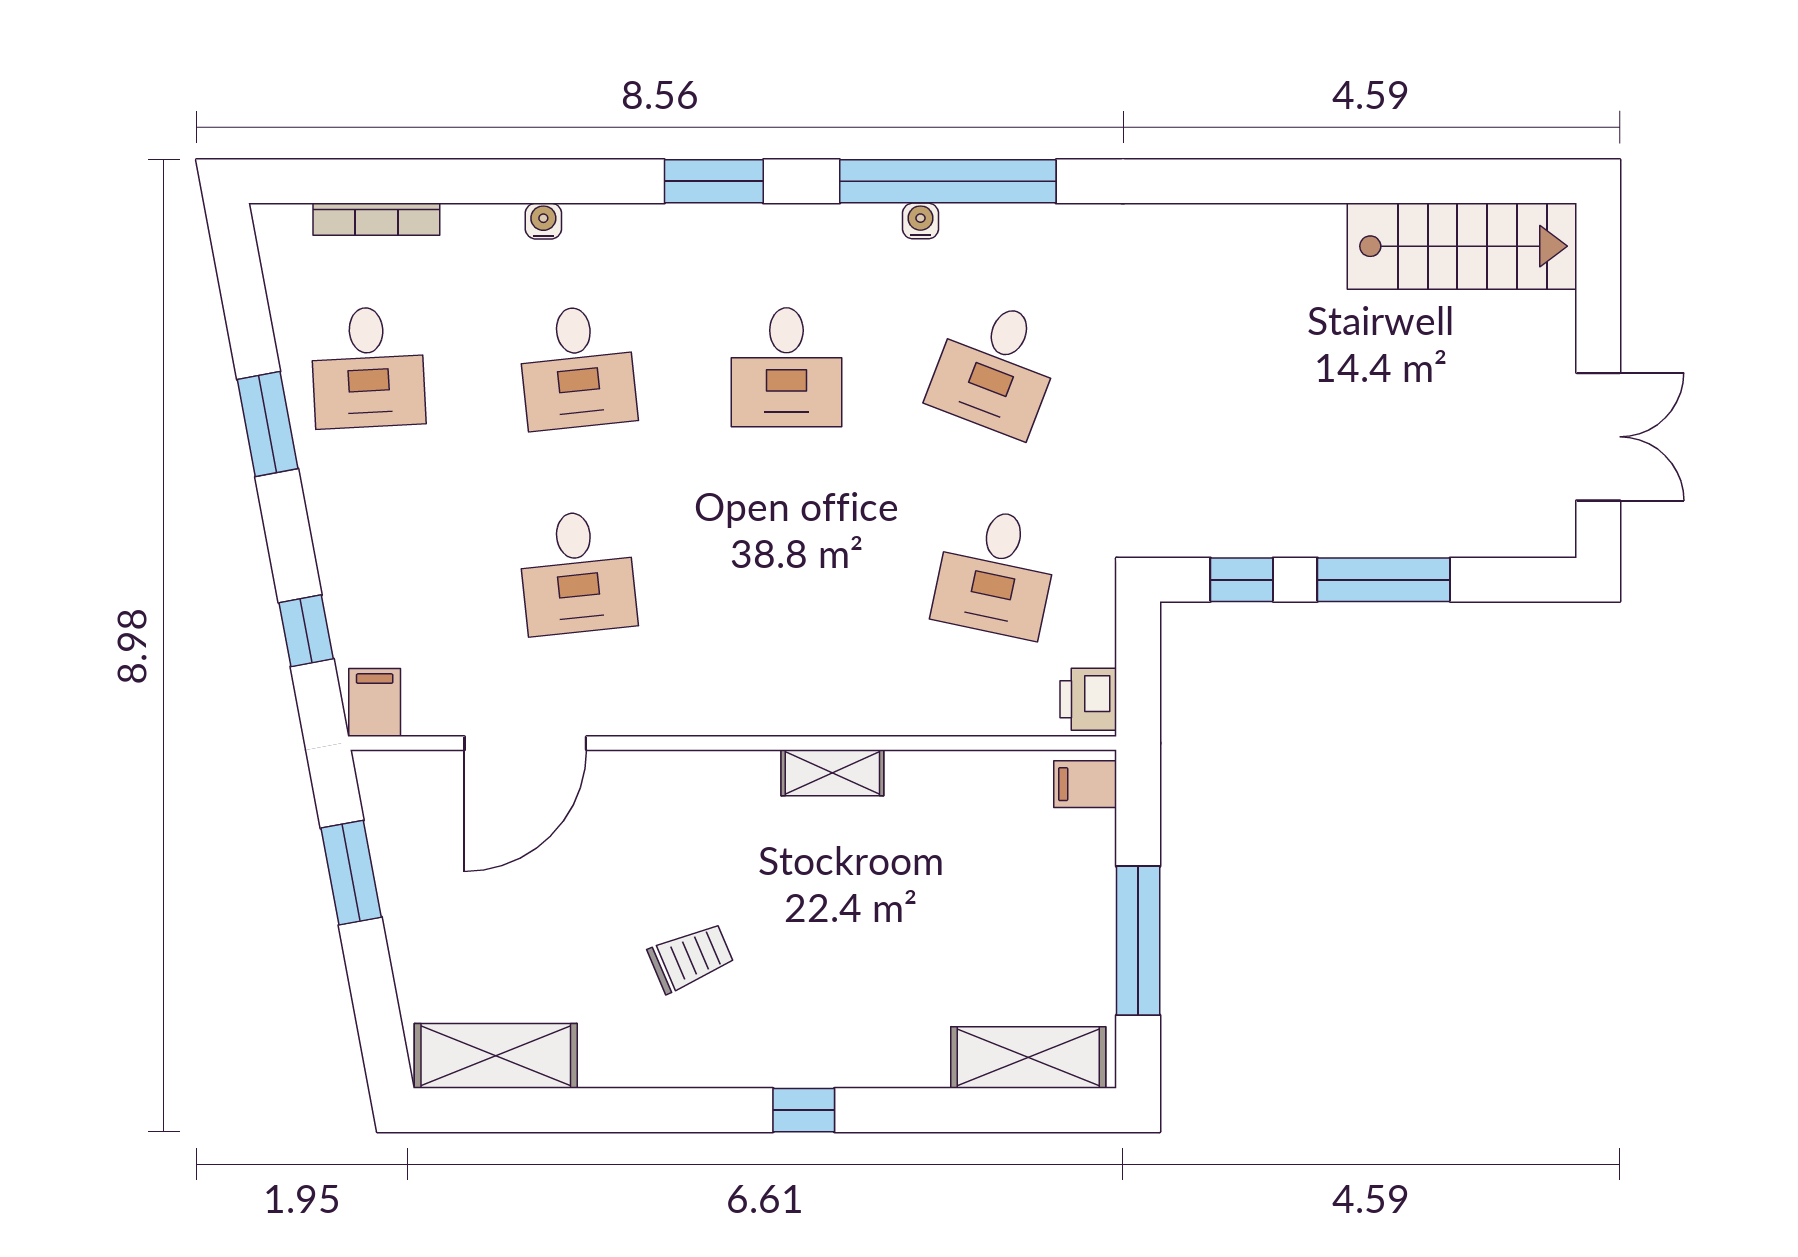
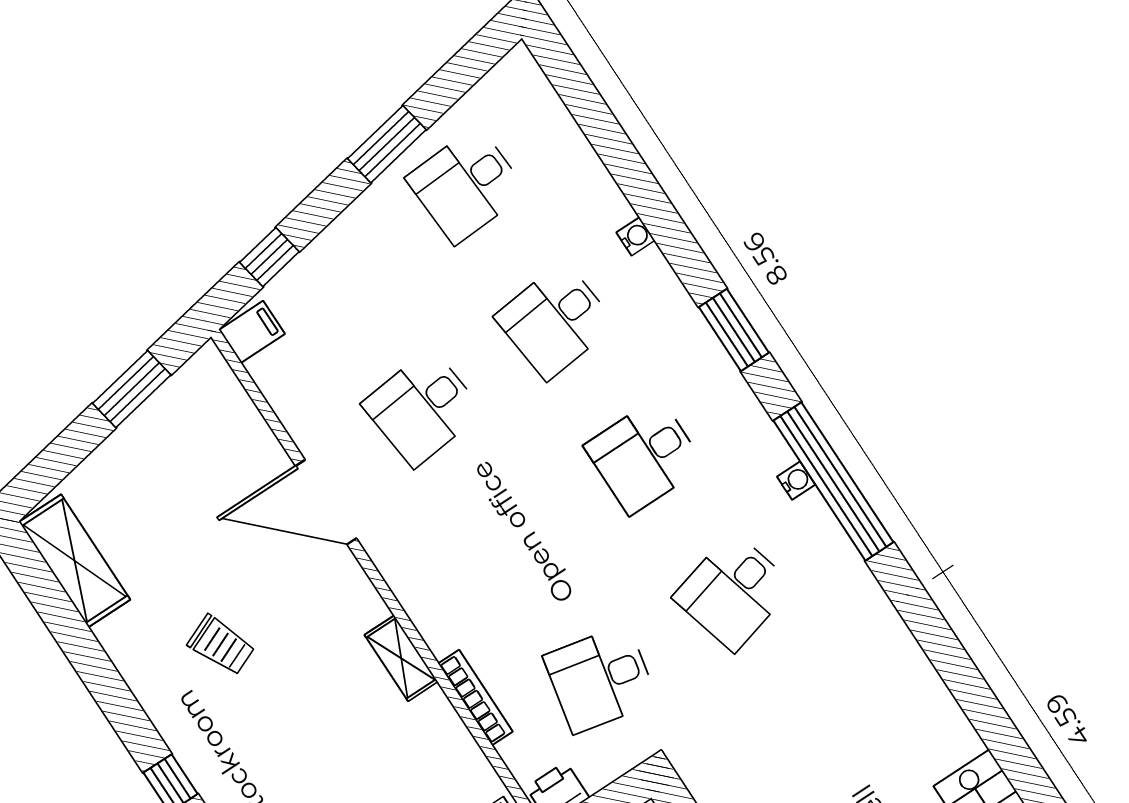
bookcase: (376, 219) -> (475, 698), moved, turned 180
desk: (996, 367) -> (733, 592), turned -36
door: (525, 743) -> (326, 502), moved

